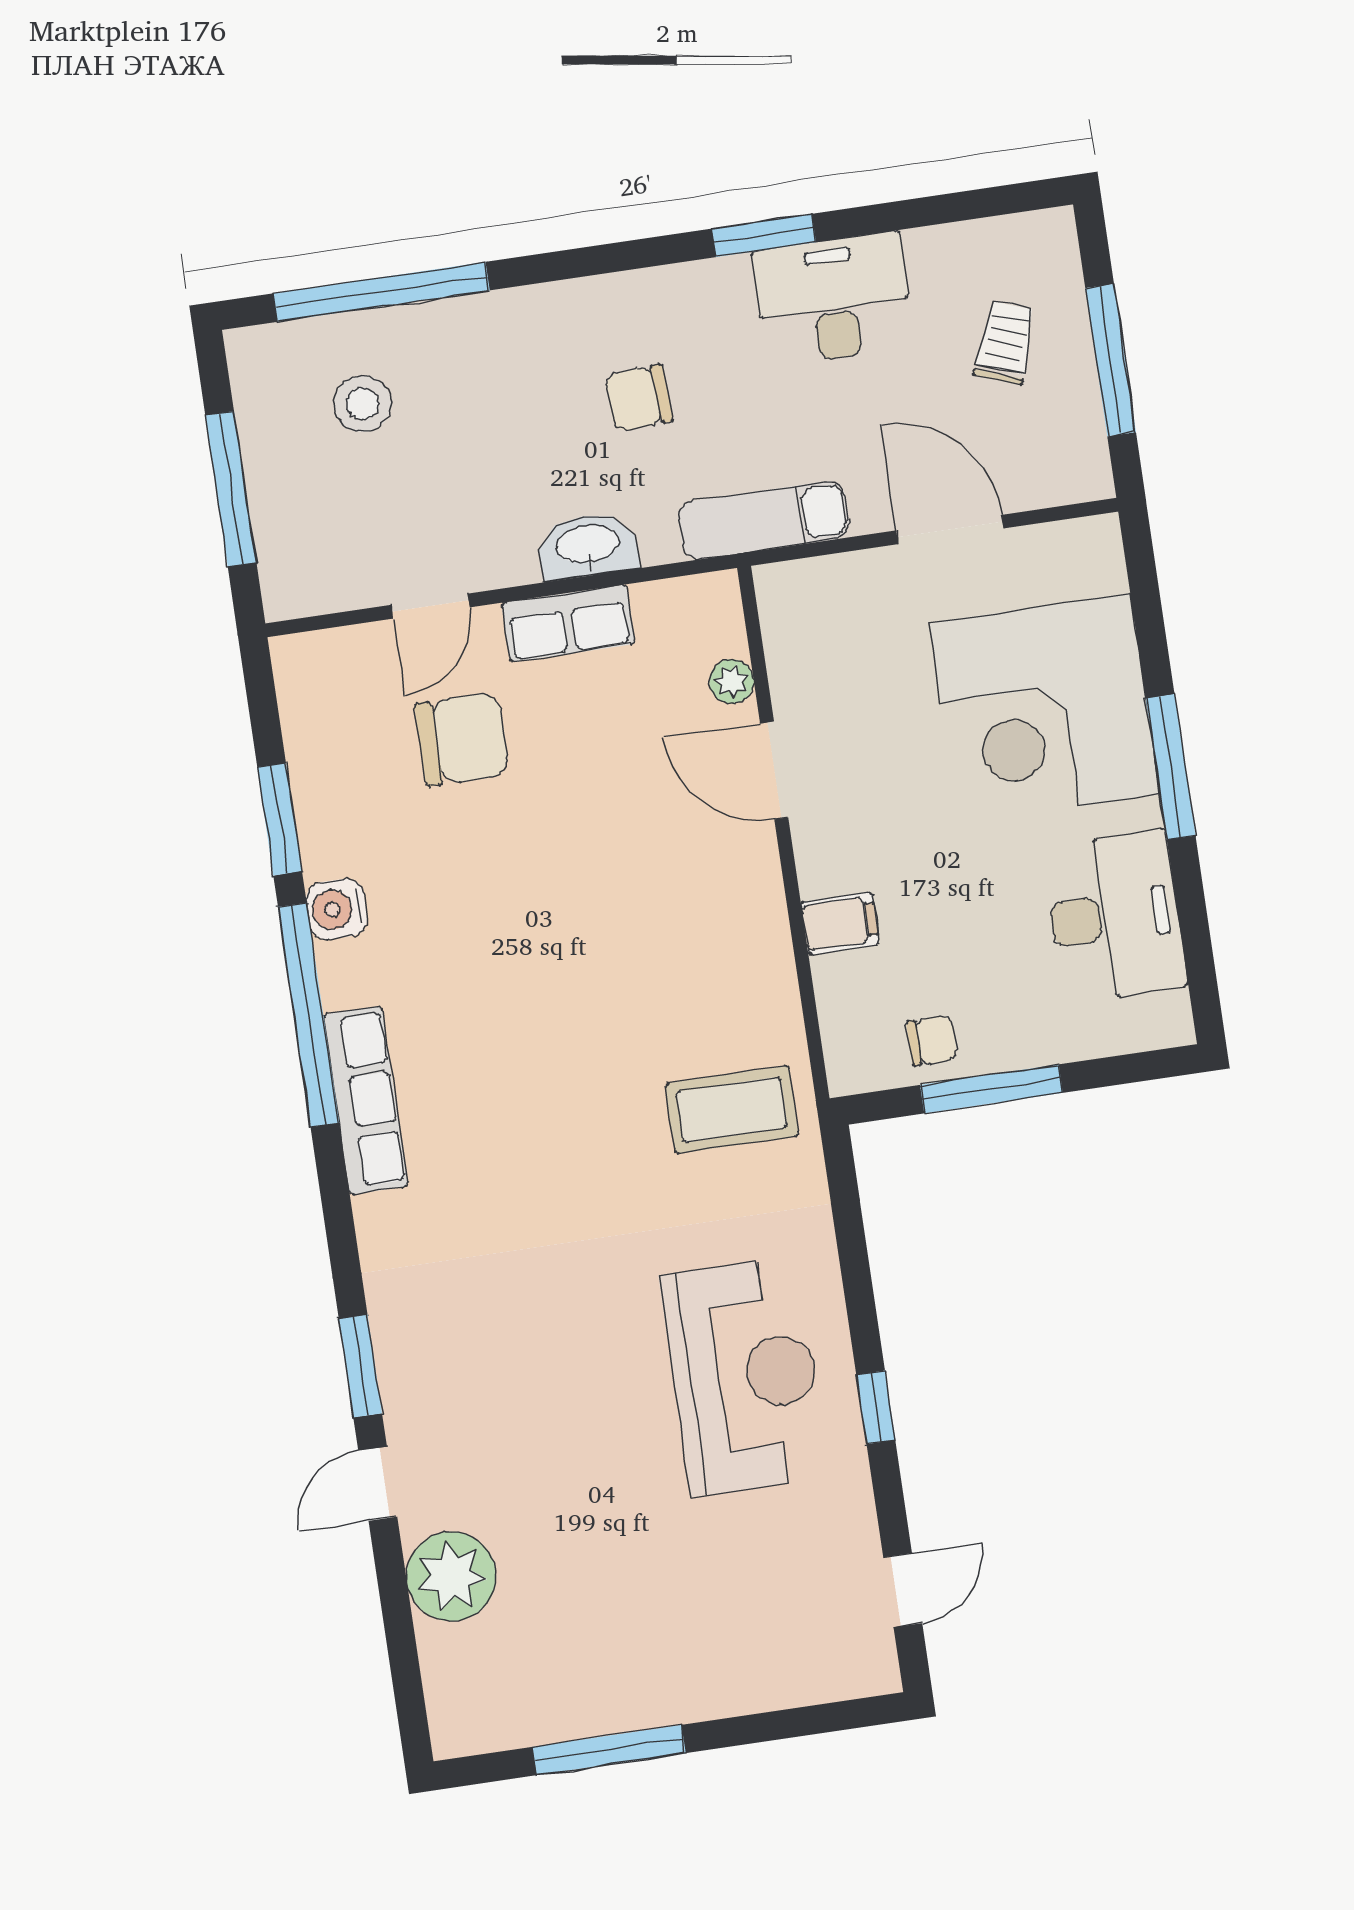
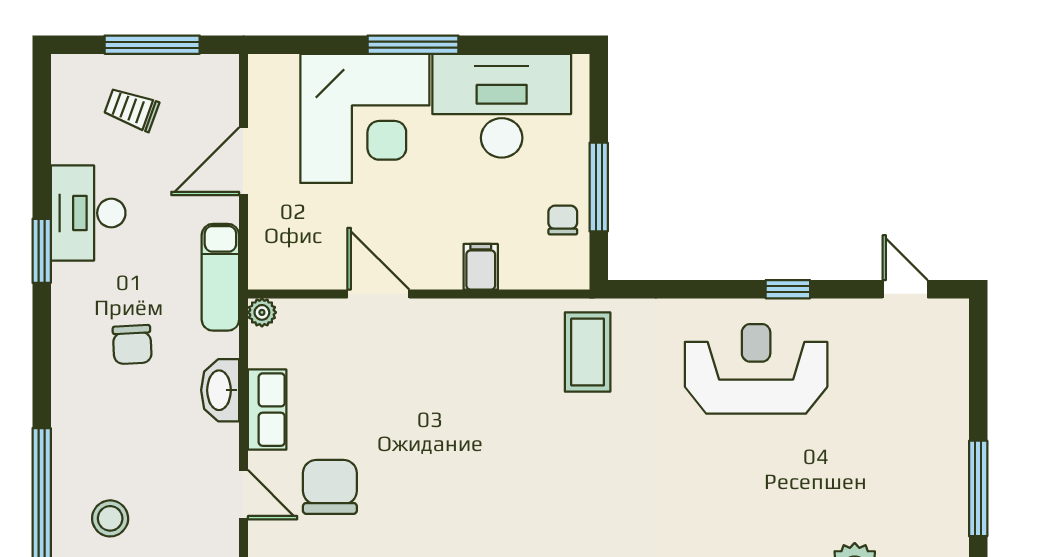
plant: (732, 681) -> (262, 312), moved
door: (774, 770) -> (378, 294), swing flipped
desk: (1115, 916) -> (502, 106), width x1.36, depth x1.30

